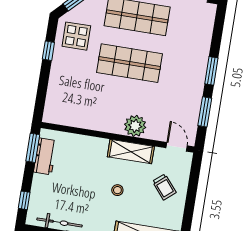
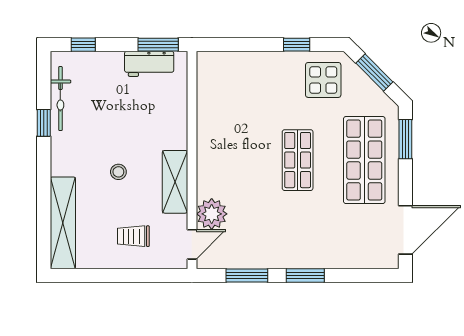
shop shelf: (130, 63) -> (298, 160), width x0.70, depth x0.74
plant: (135, 126) -> (212, 214), moved
trolley: (164, 187) -> (133, 236), turned 40

